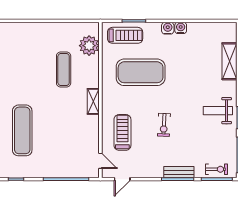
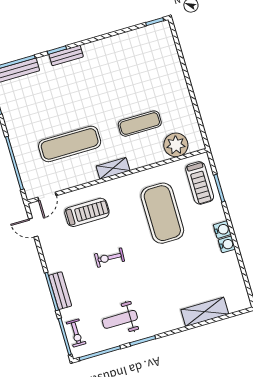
weight bench: (218, 111) -> (120, 319), moved, turned -90
exercise mat: (22, 130) -> (70, 144), moved

